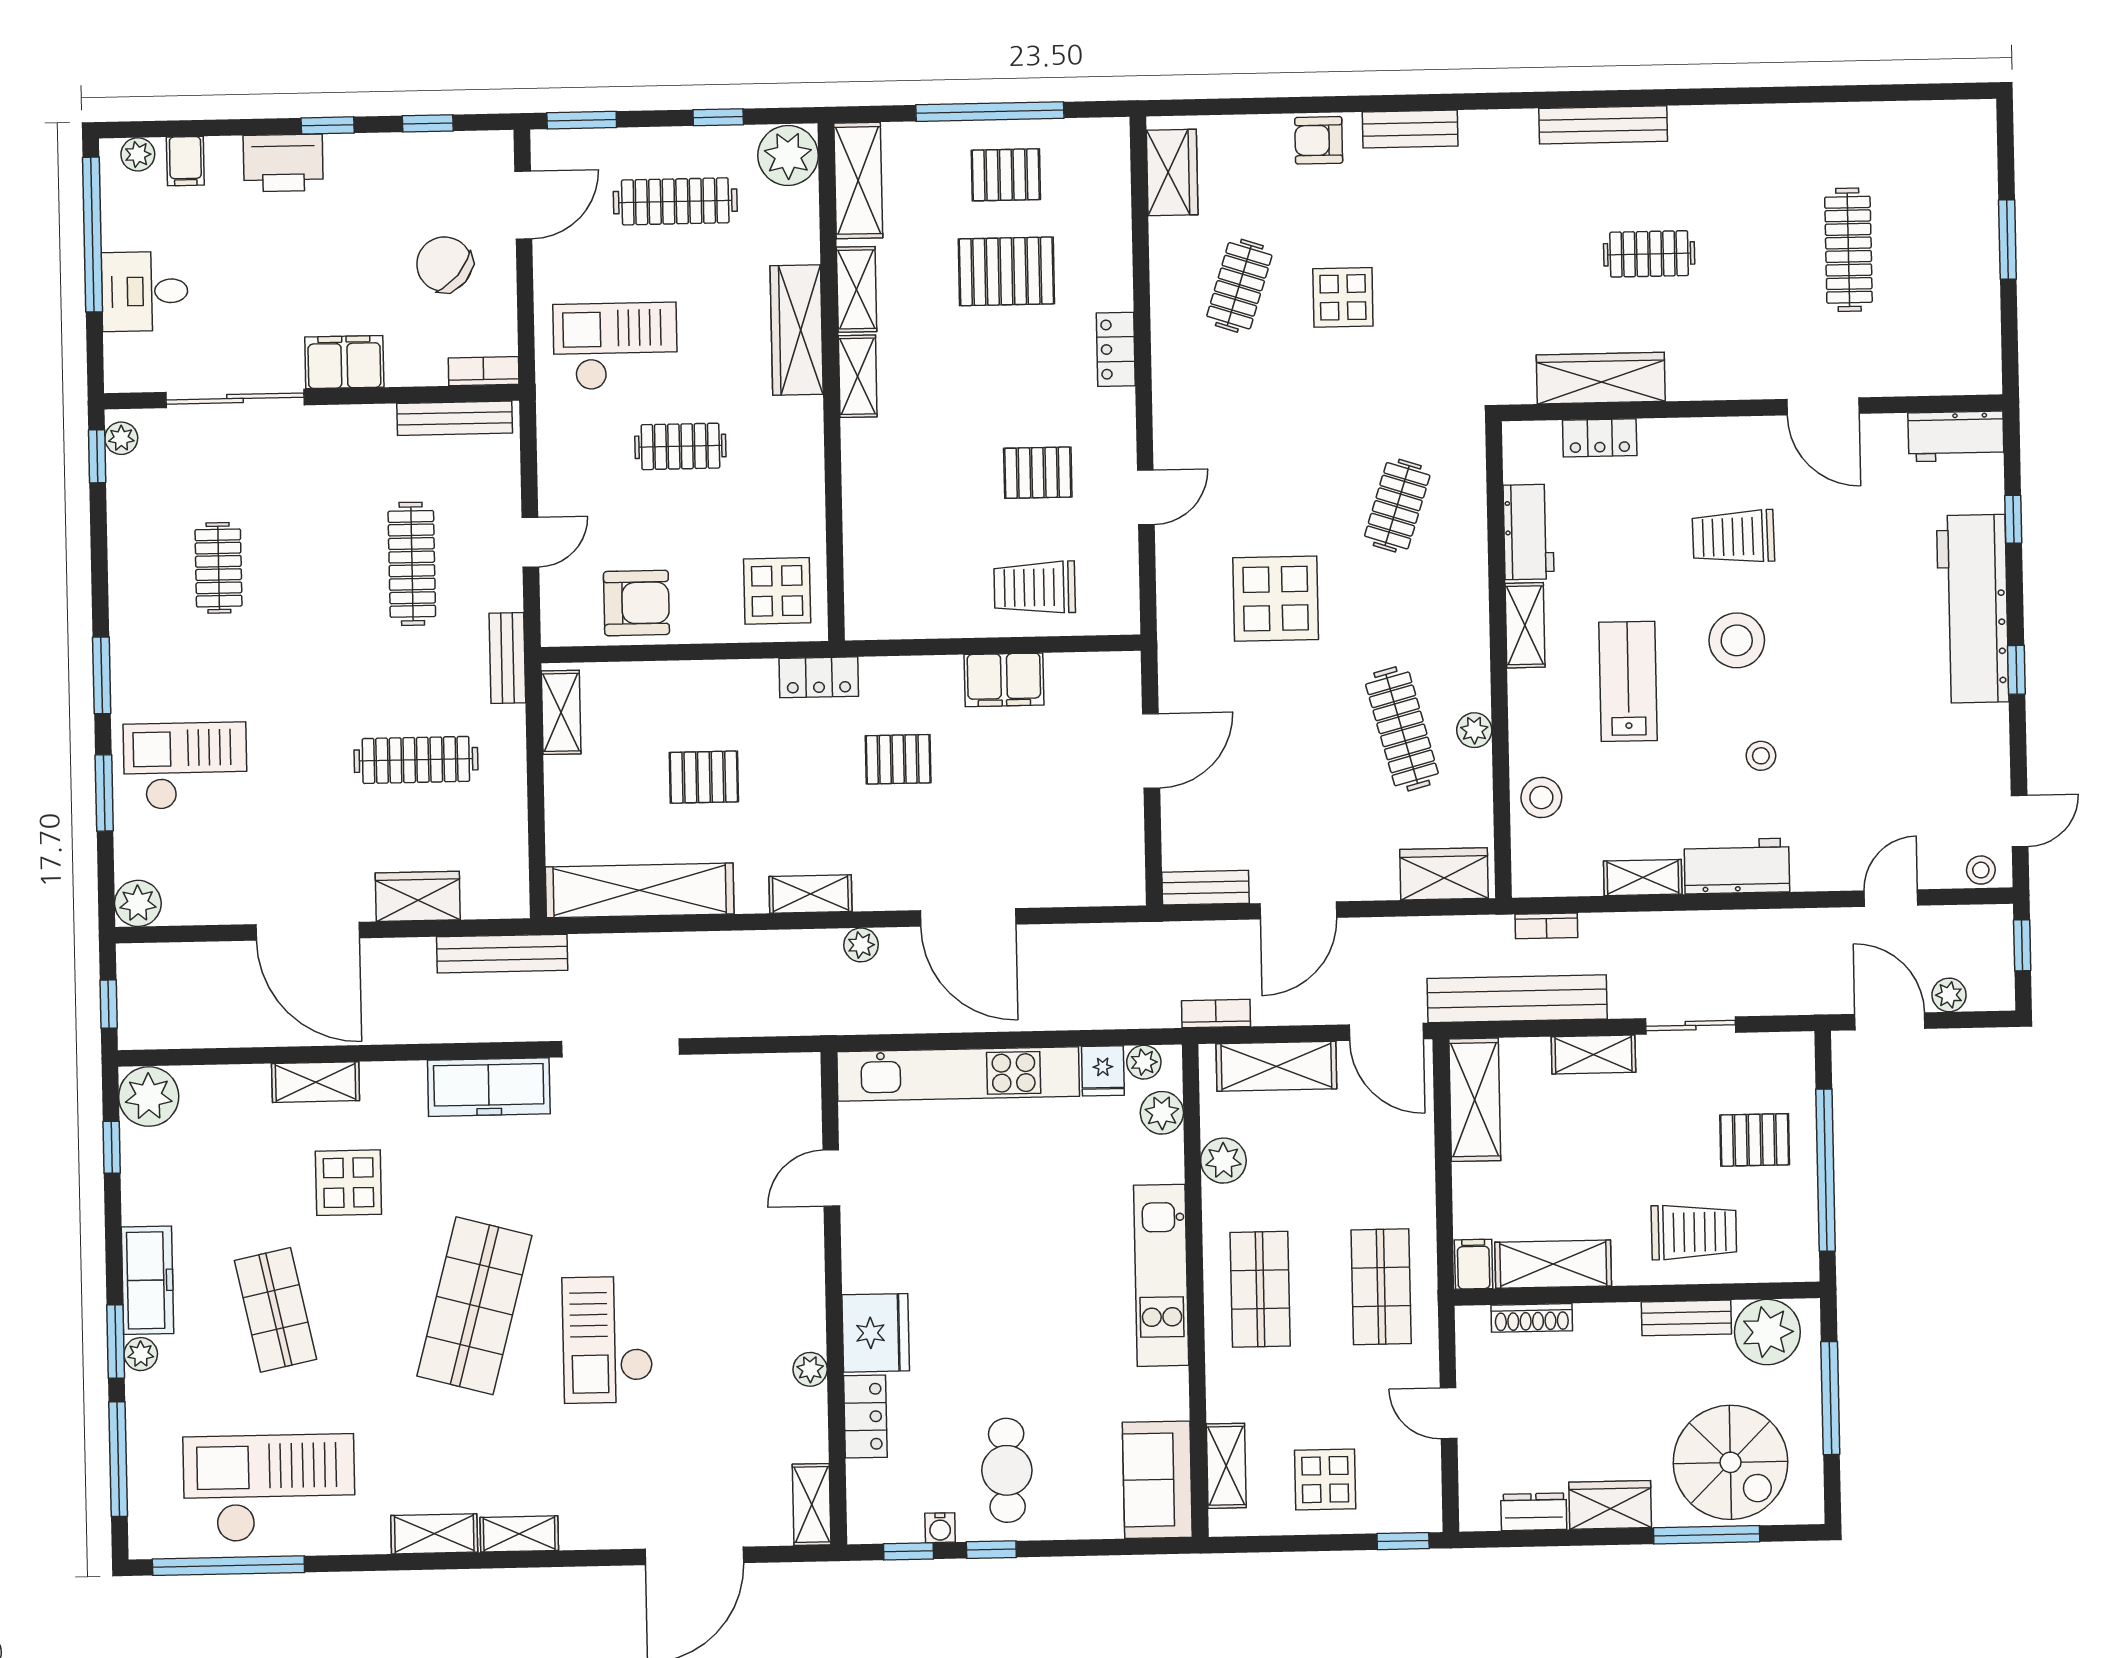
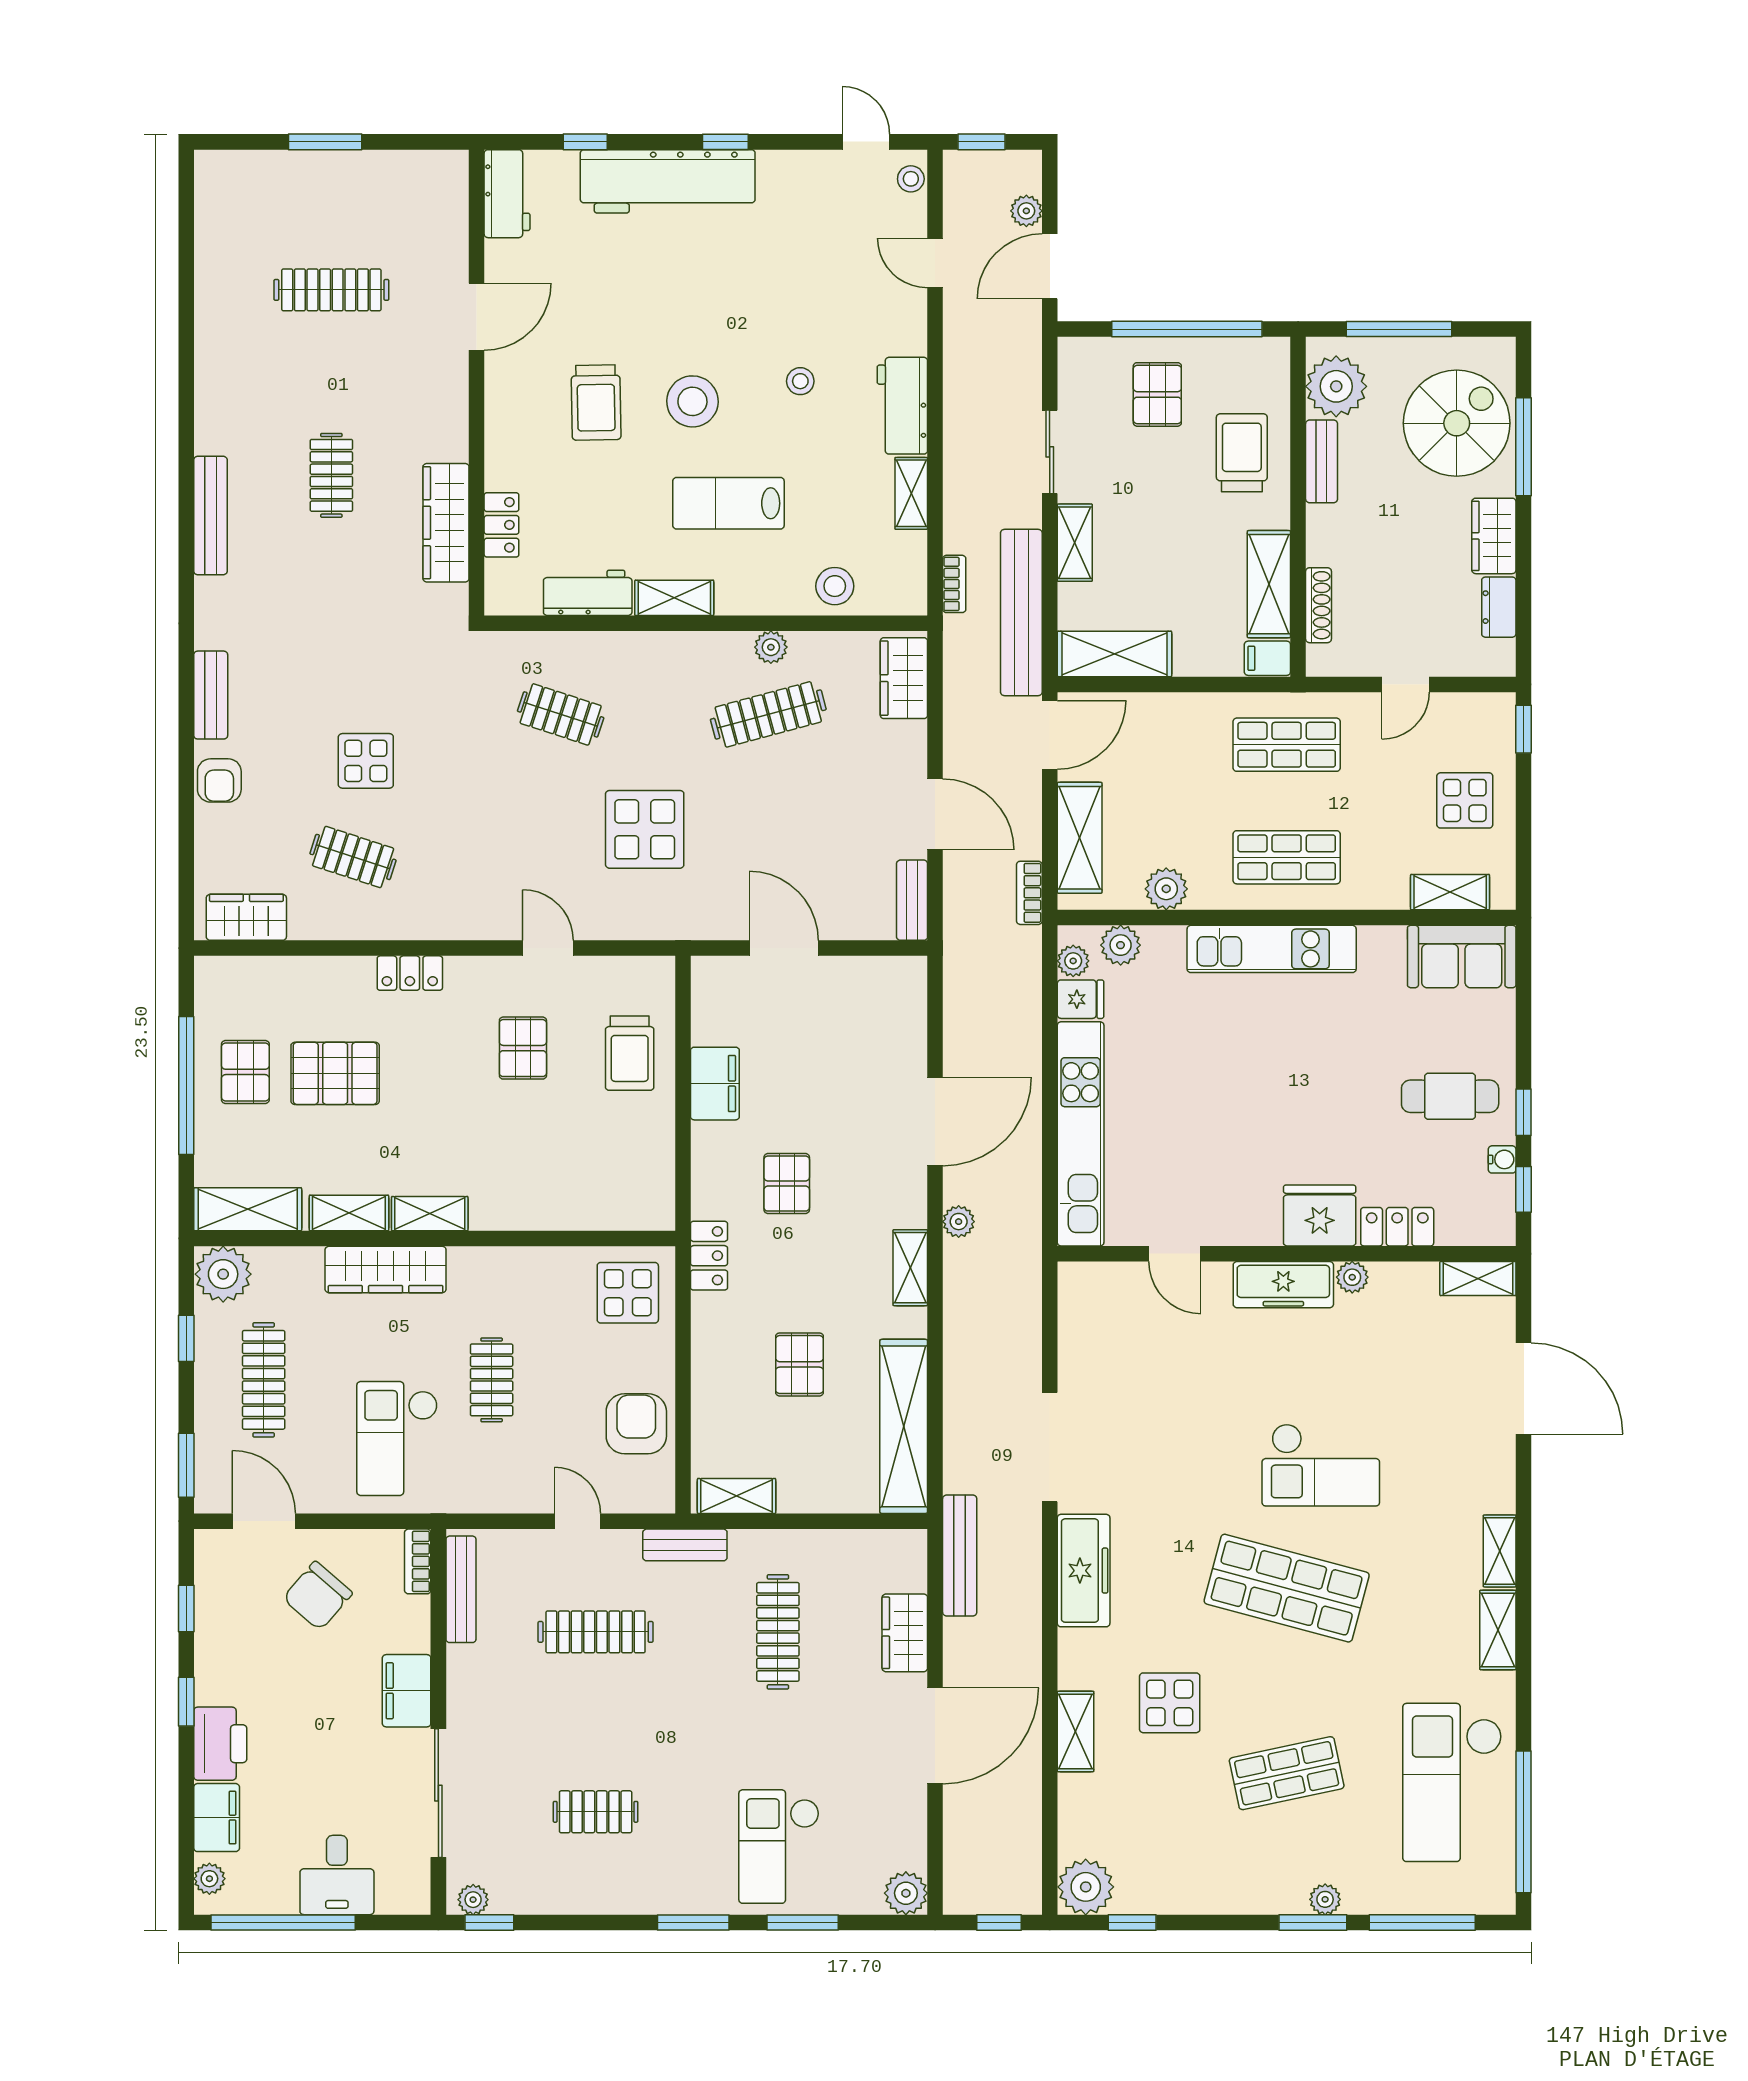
filing cabinet: (185, 161) -> (217, 1818), width x2.00
pallet: (1006, 271) -> (335, 1073), turned 90
freezer: (148, 1280) -> (1283, 1285), moved, turned 180

